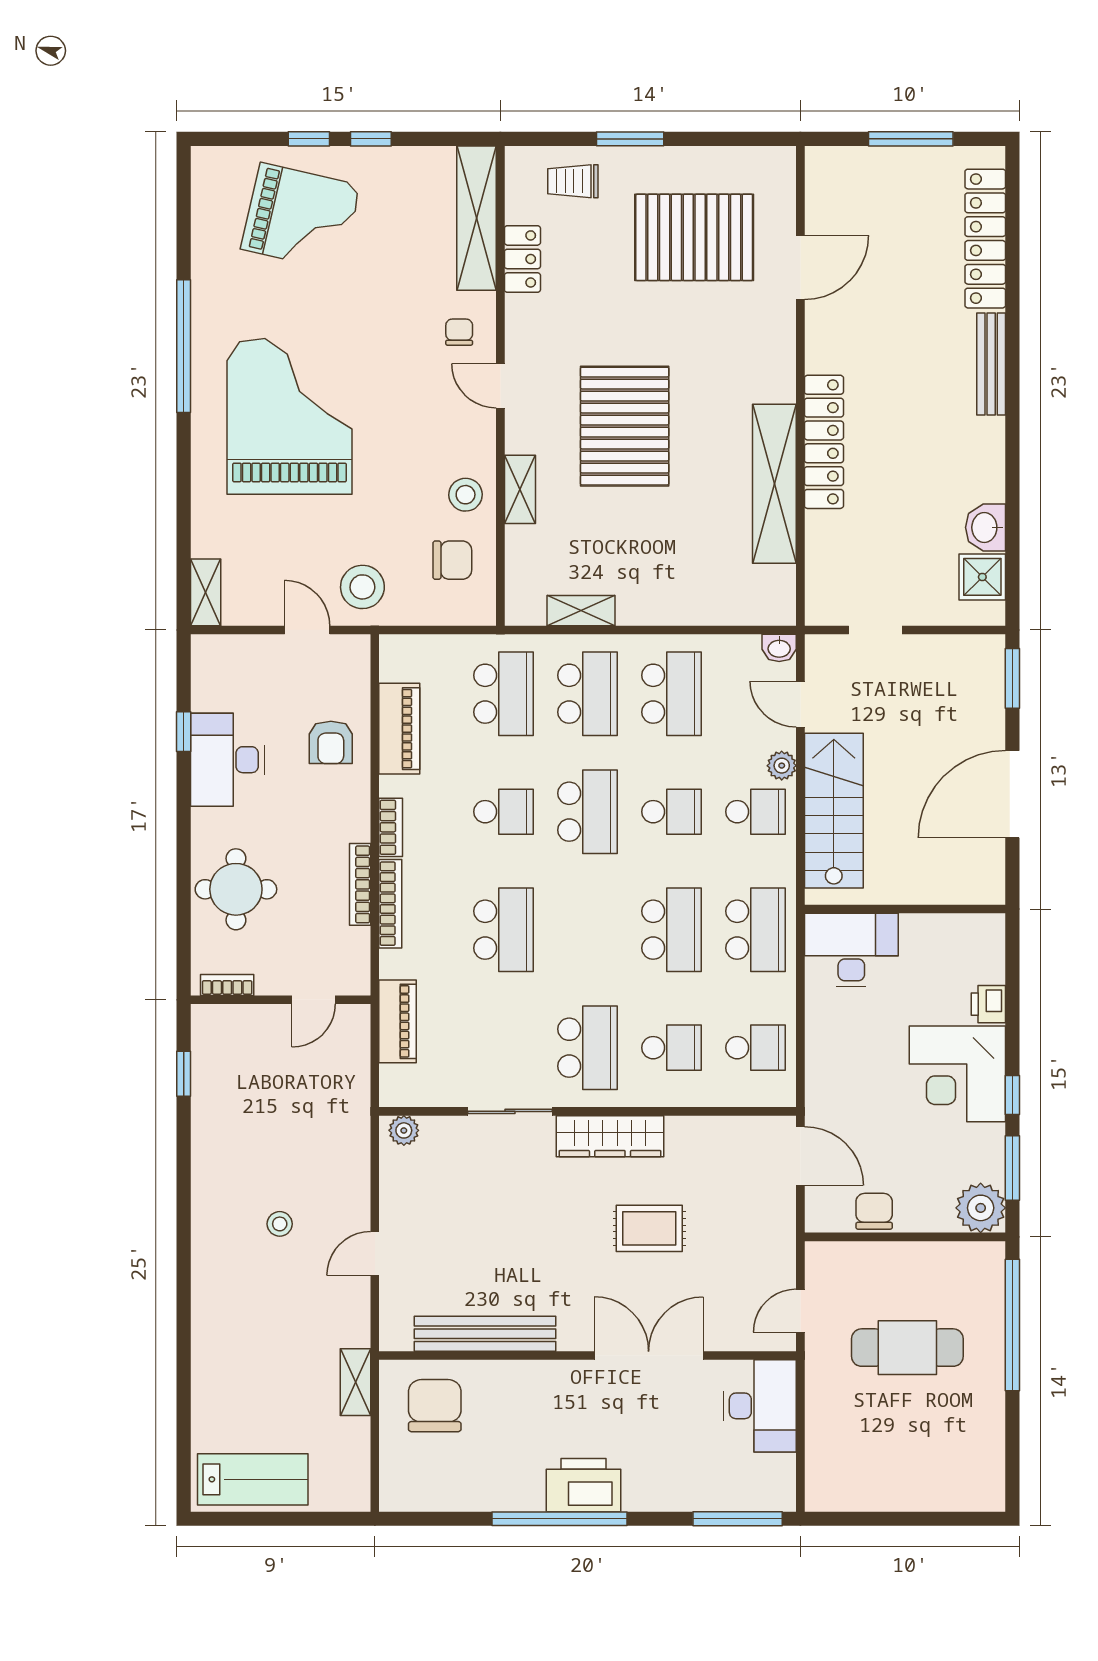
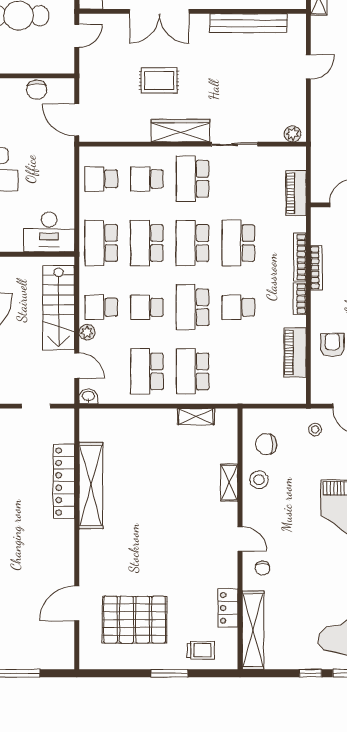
pallet: (625, 426) -> (172, 517), removed
locker: (824, 442) -> (64, 482), moved
stool: (362, 587) -> (315, 429), width x0.53, depth x0.53
school desk: (504, 694) -> (193, 243), moved

